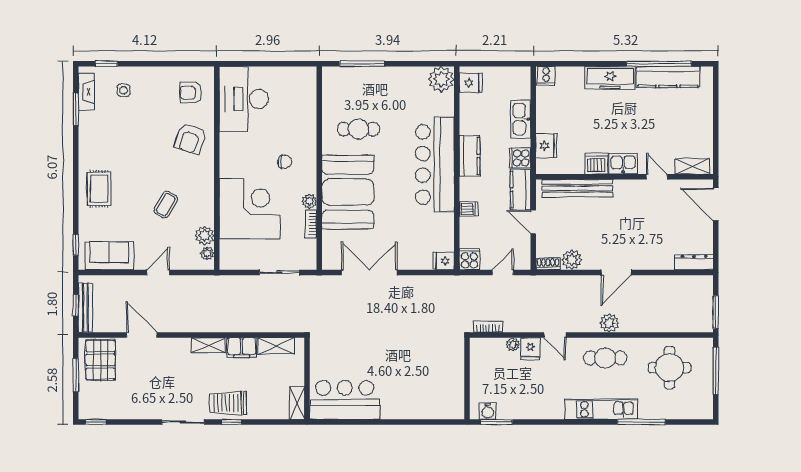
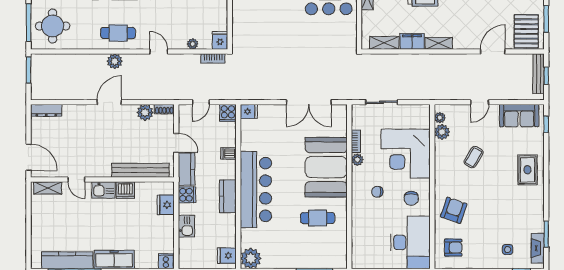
kitchen sink: (521, 119) -> (186, 226), width x0.73
chair: (243, 154) -> (411, 198), added
door: (142, 335) -> (493, 52), swing flipped
fridge: (530, 349) -> (220, 40), moved
round table: (669, 368) -> (53, 26), moved

